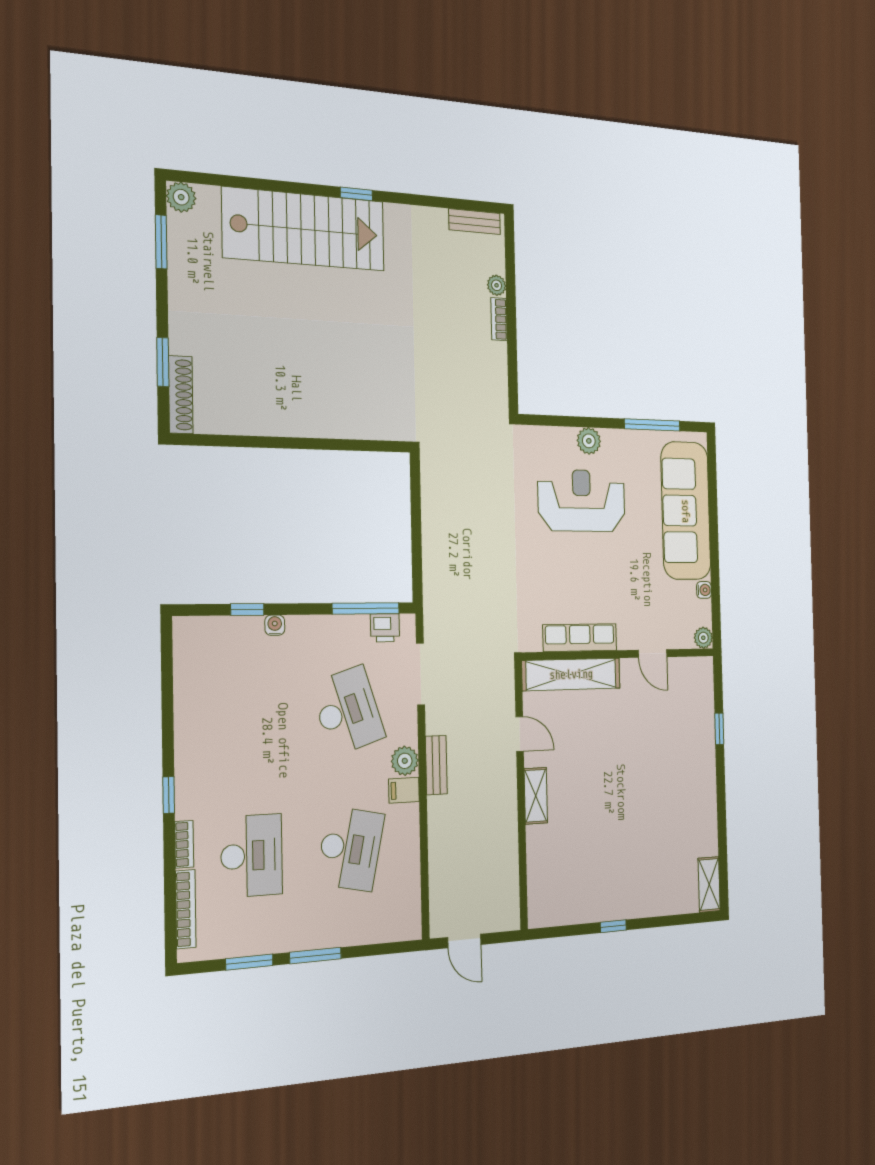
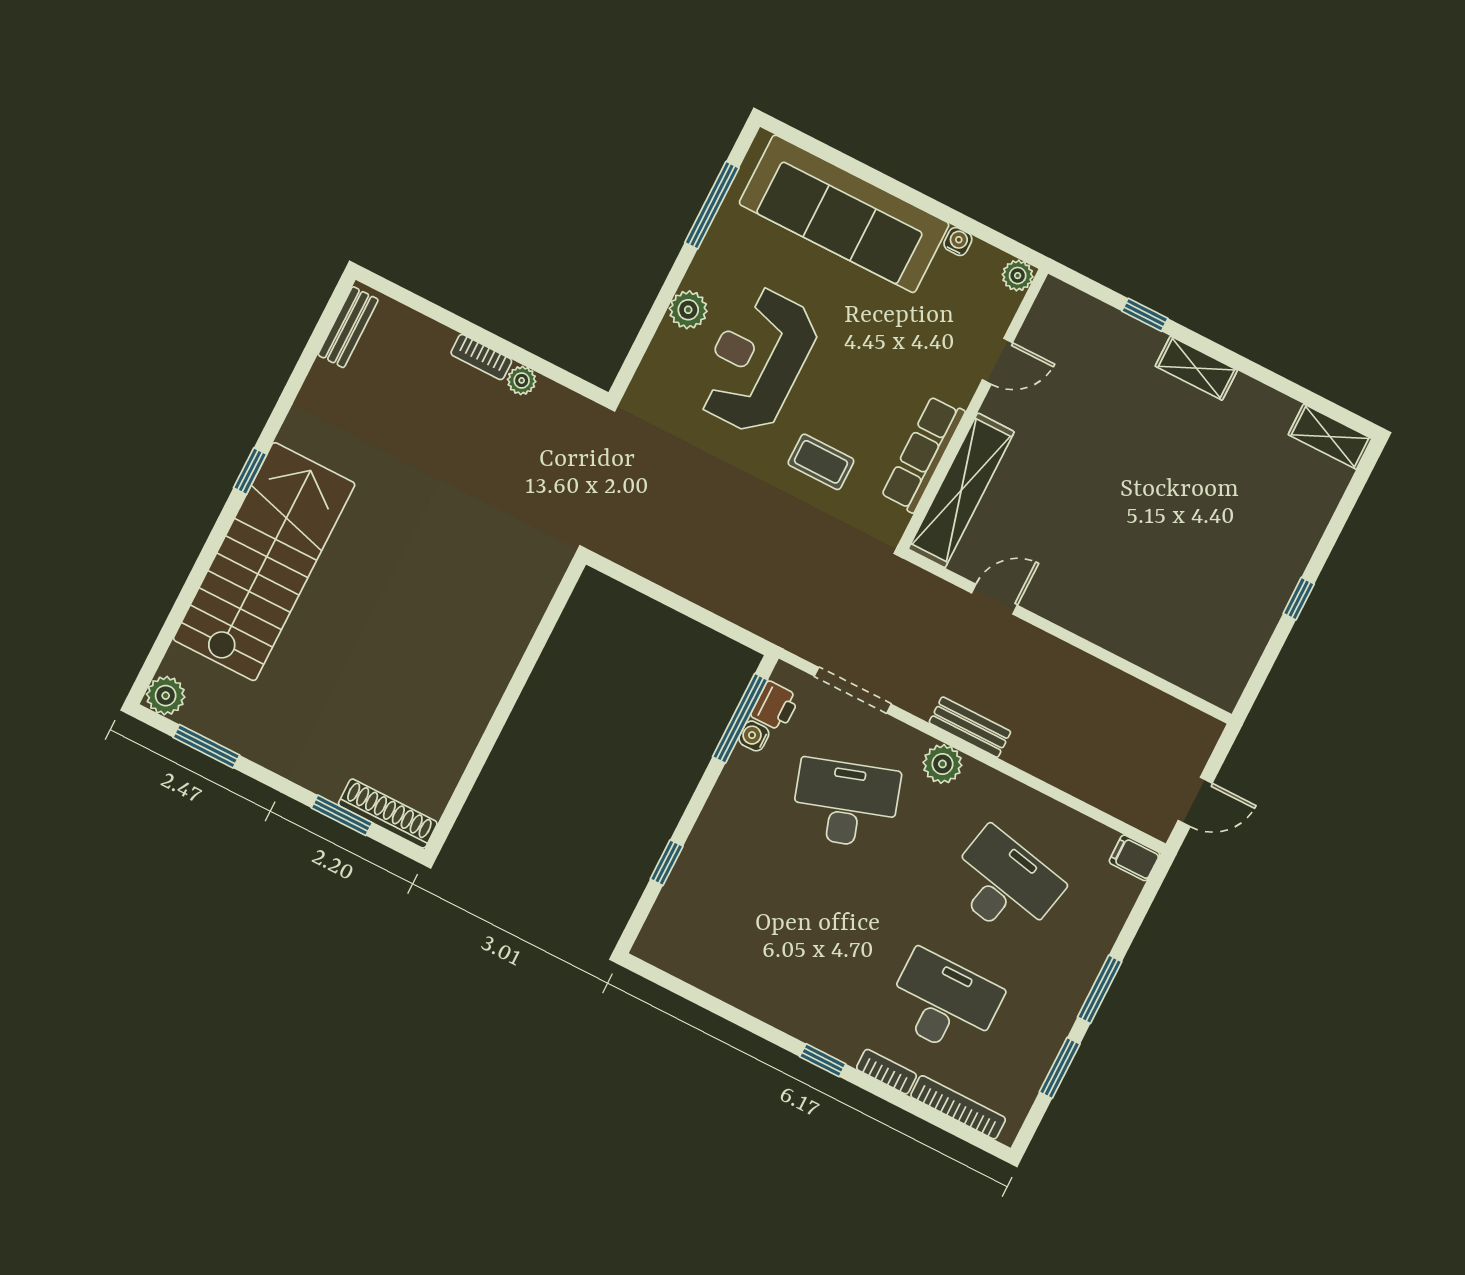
plant: (497, 285) -> (522, 380), moved
coffee table: (544, 575) -> (821, 462), added
water cooler: (275, 625) -> (754, 736), moved
filing cabinet: (404, 790) -> (1134, 858), moved, turned 90
shelving: (536, 796) -> (1196, 368), moved

